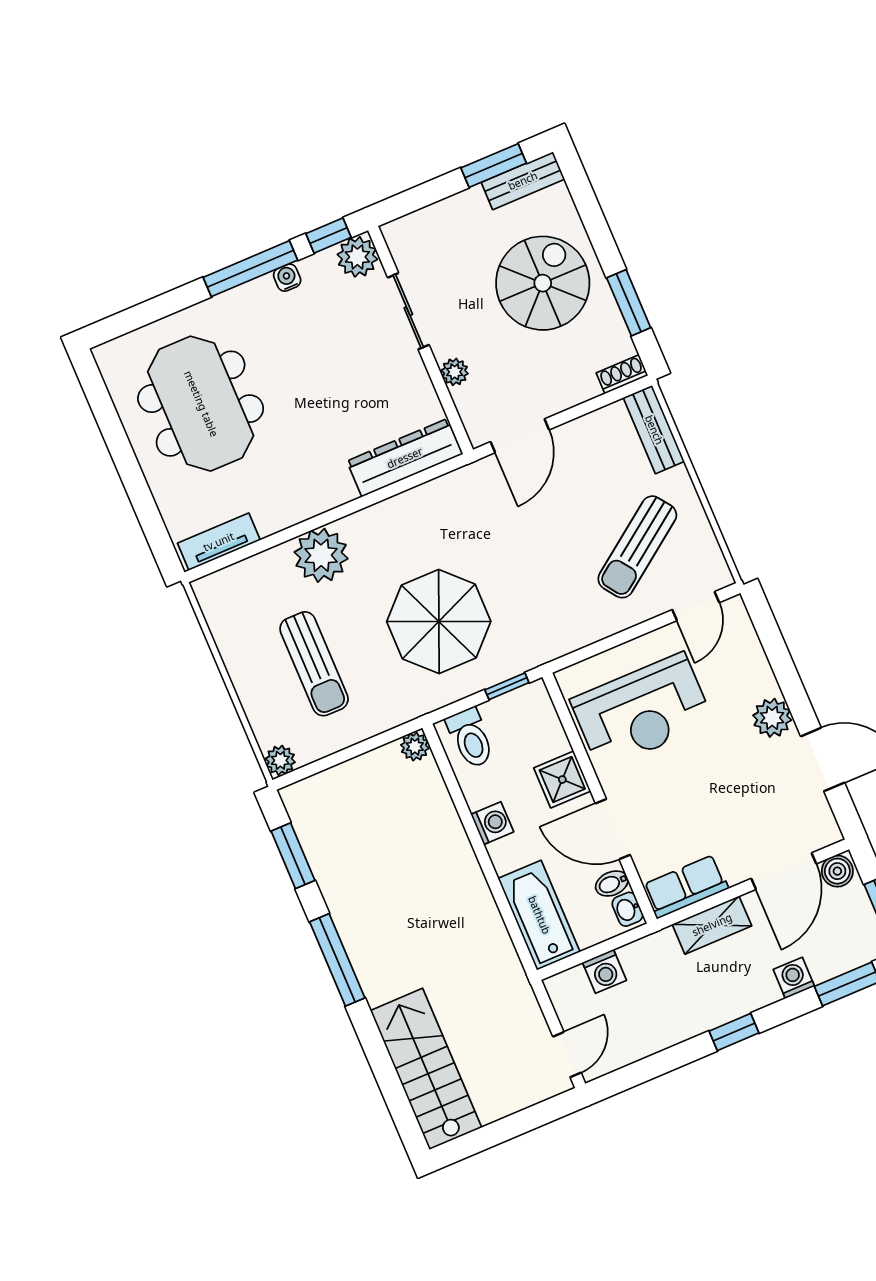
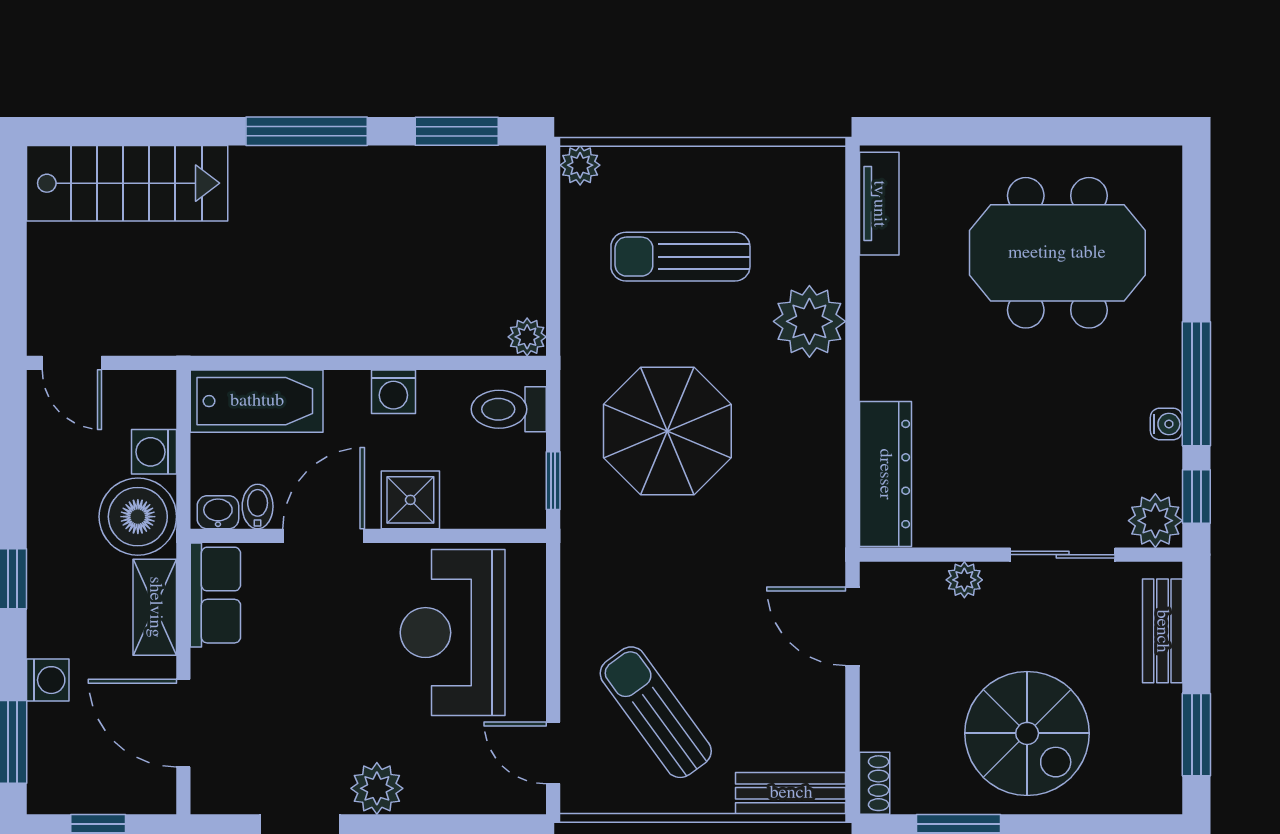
bench: (523, 181) -> (1162, 631), moved
boiler: (837, 871) -> (138, 517), moved, width x1.86, depth x1.86

